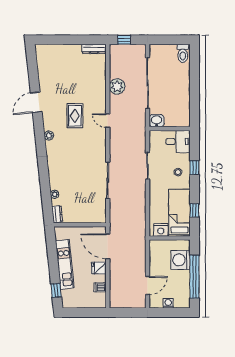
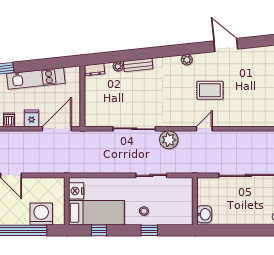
plant: (117, 86) -> (169, 140), moved
washbasin: (157, 121) -> (204, 214), moved
desk: (178, 141) -> (180, 211), removed
bench: (53, 177) -> (138, 65), added

